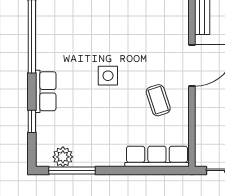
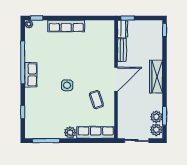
row of seats: (46, 91) -> (31, 75), moved
plant: (63, 157) -> (70, 133), moved

